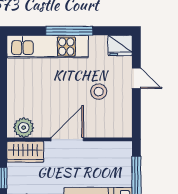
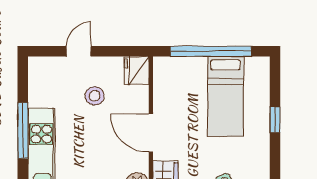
fridge: (120, 45) -> (137, 71), moved, turned 180

